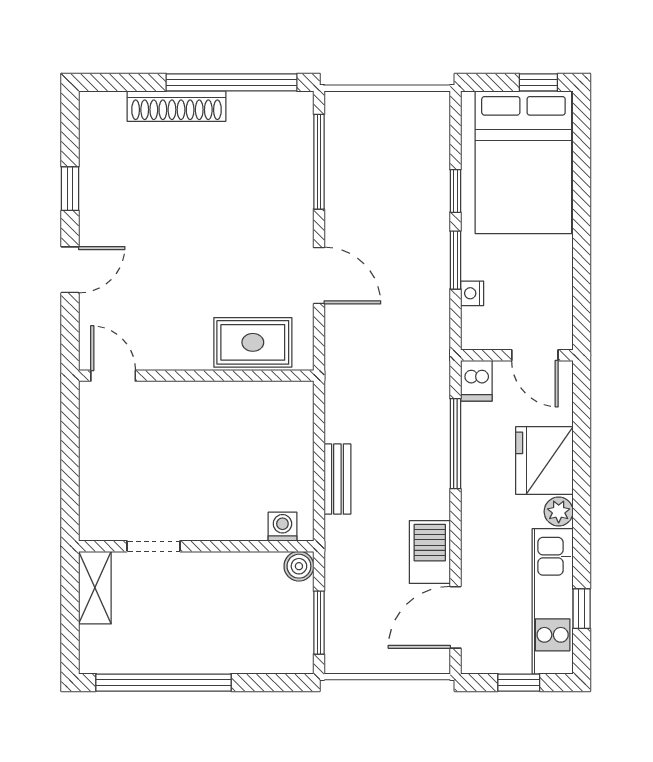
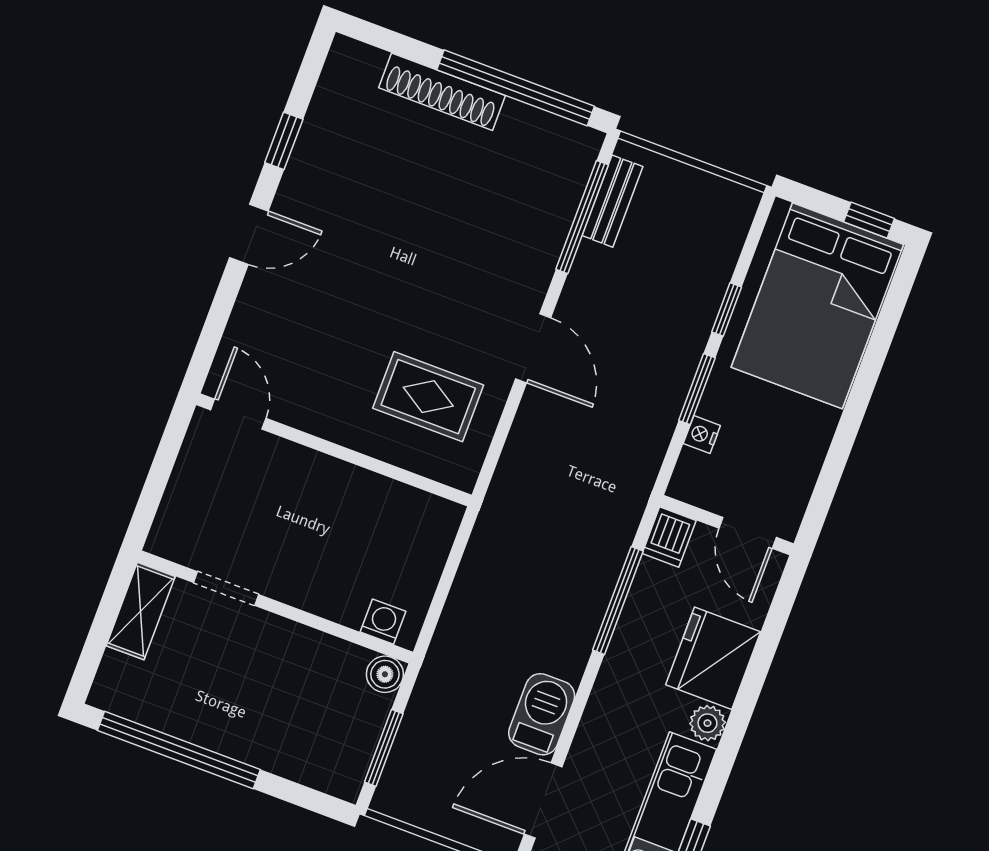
door: (113, 376) -> (238, 414), moved
wall: (196, 376) -> (334, 450), moved
bench: (337, 479) -> (612, 201), moved

